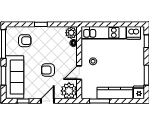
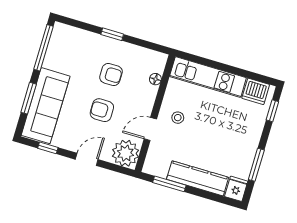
plant: (71, 33) -> (157, 62), removed
armchair: (25, 41) -> (111, 74), moved

